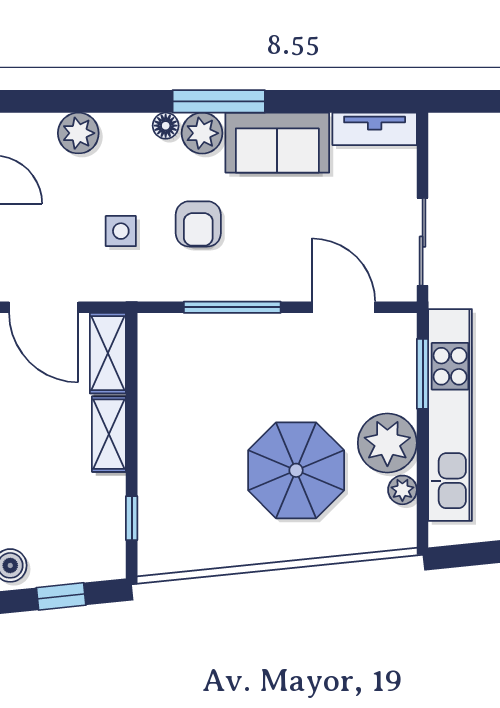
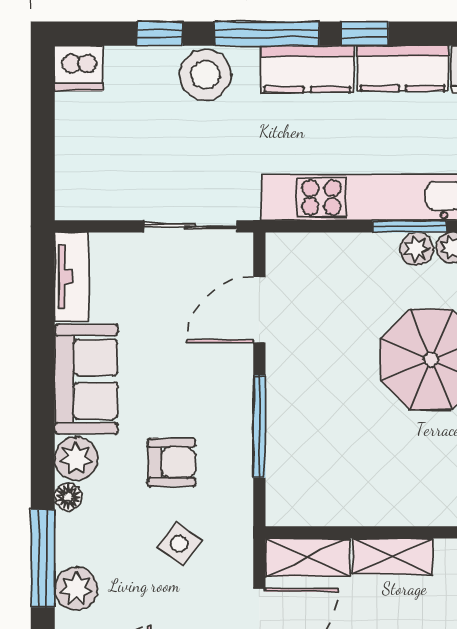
window: (219, 101) -> (43, 558), moved
side table: (121, 231) -> (179, 544), turned 38
window: (423, 374) -> (409, 226), moved
plant: (387, 443) -> (417, 249), width x0.53, depth x0.53

